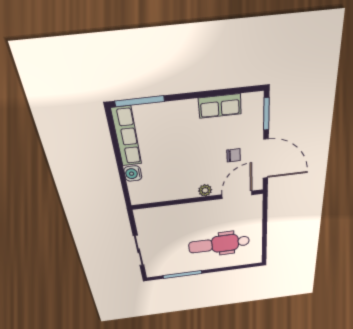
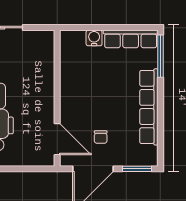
row of seats: (220, 106) -> (149, 107), width x2.02
plant: (205, 190) -> (67, 106), removed

